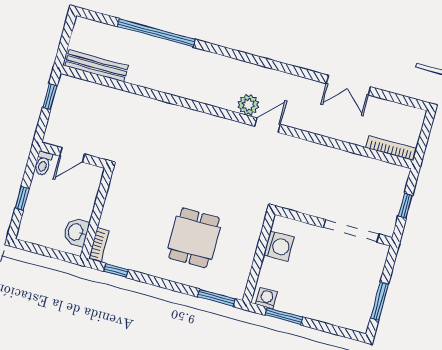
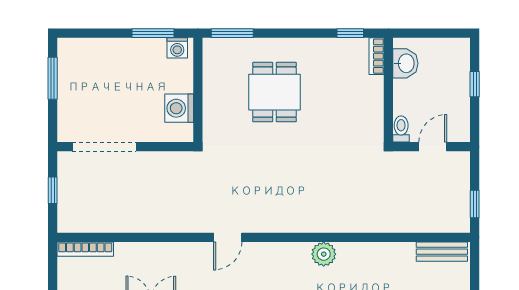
bench: (97, 66) -> (442, 252), width x0.73
plant: (248, 105) -> (324, 254), moved
toilet: (43, 163) -> (401, 129), moved

